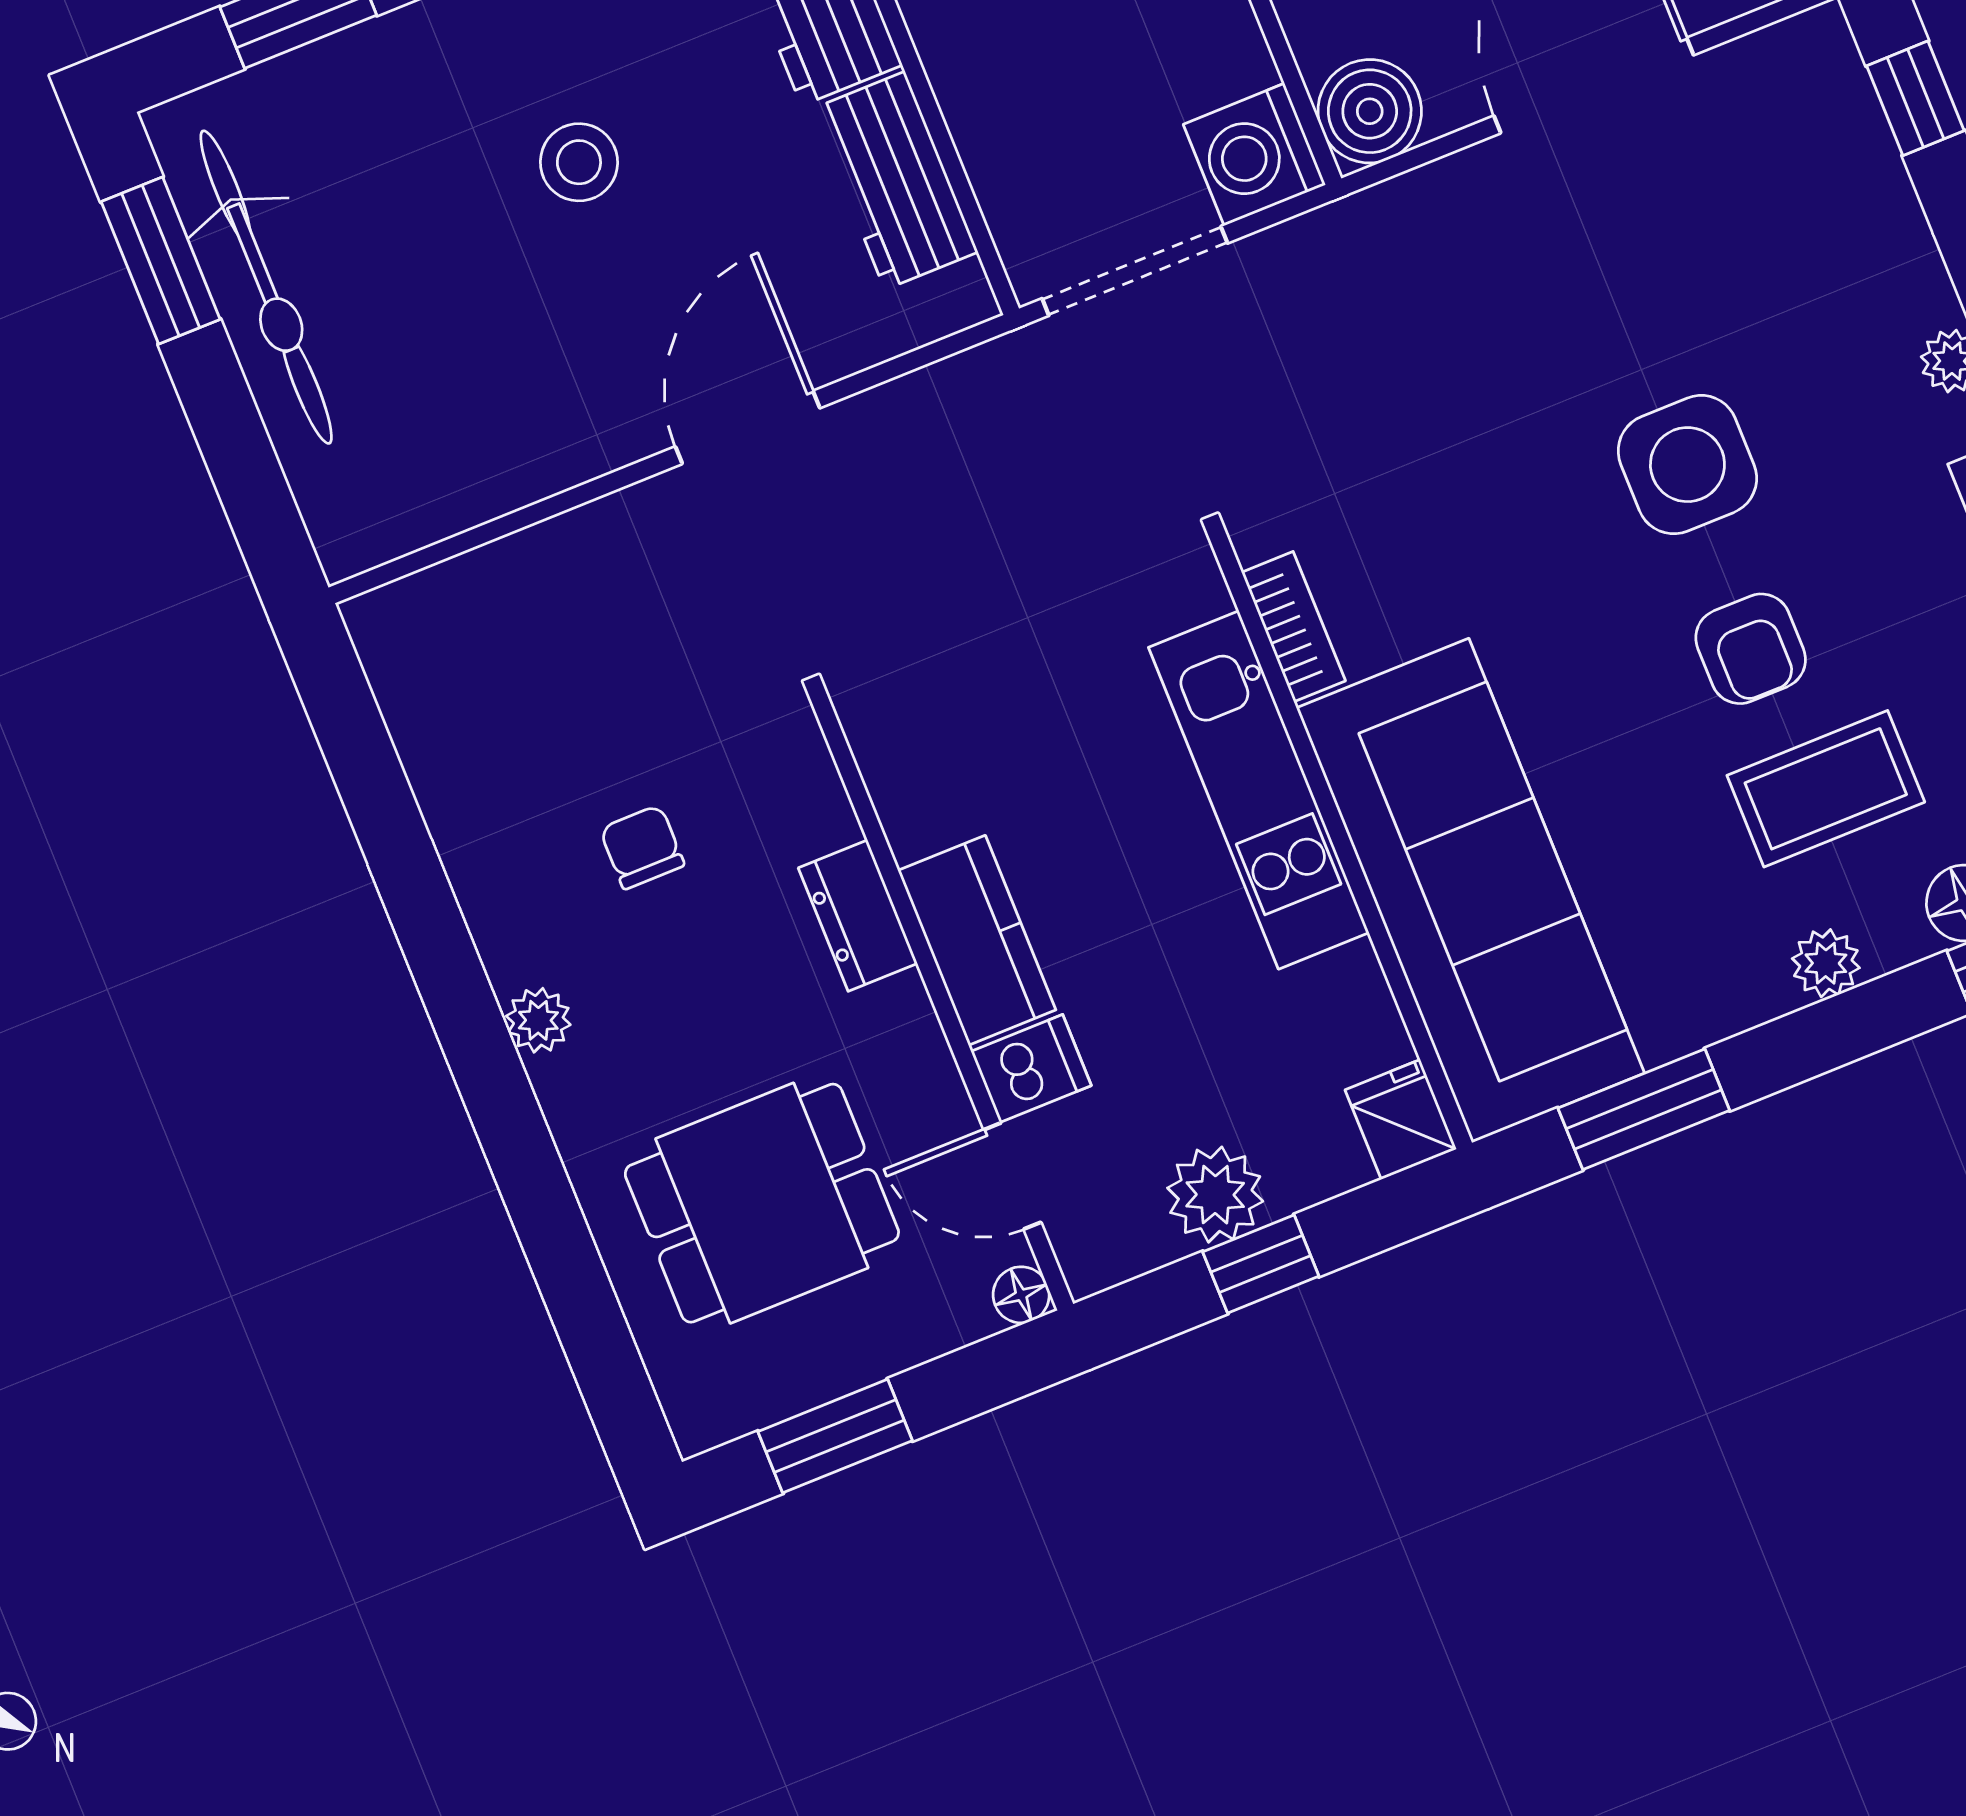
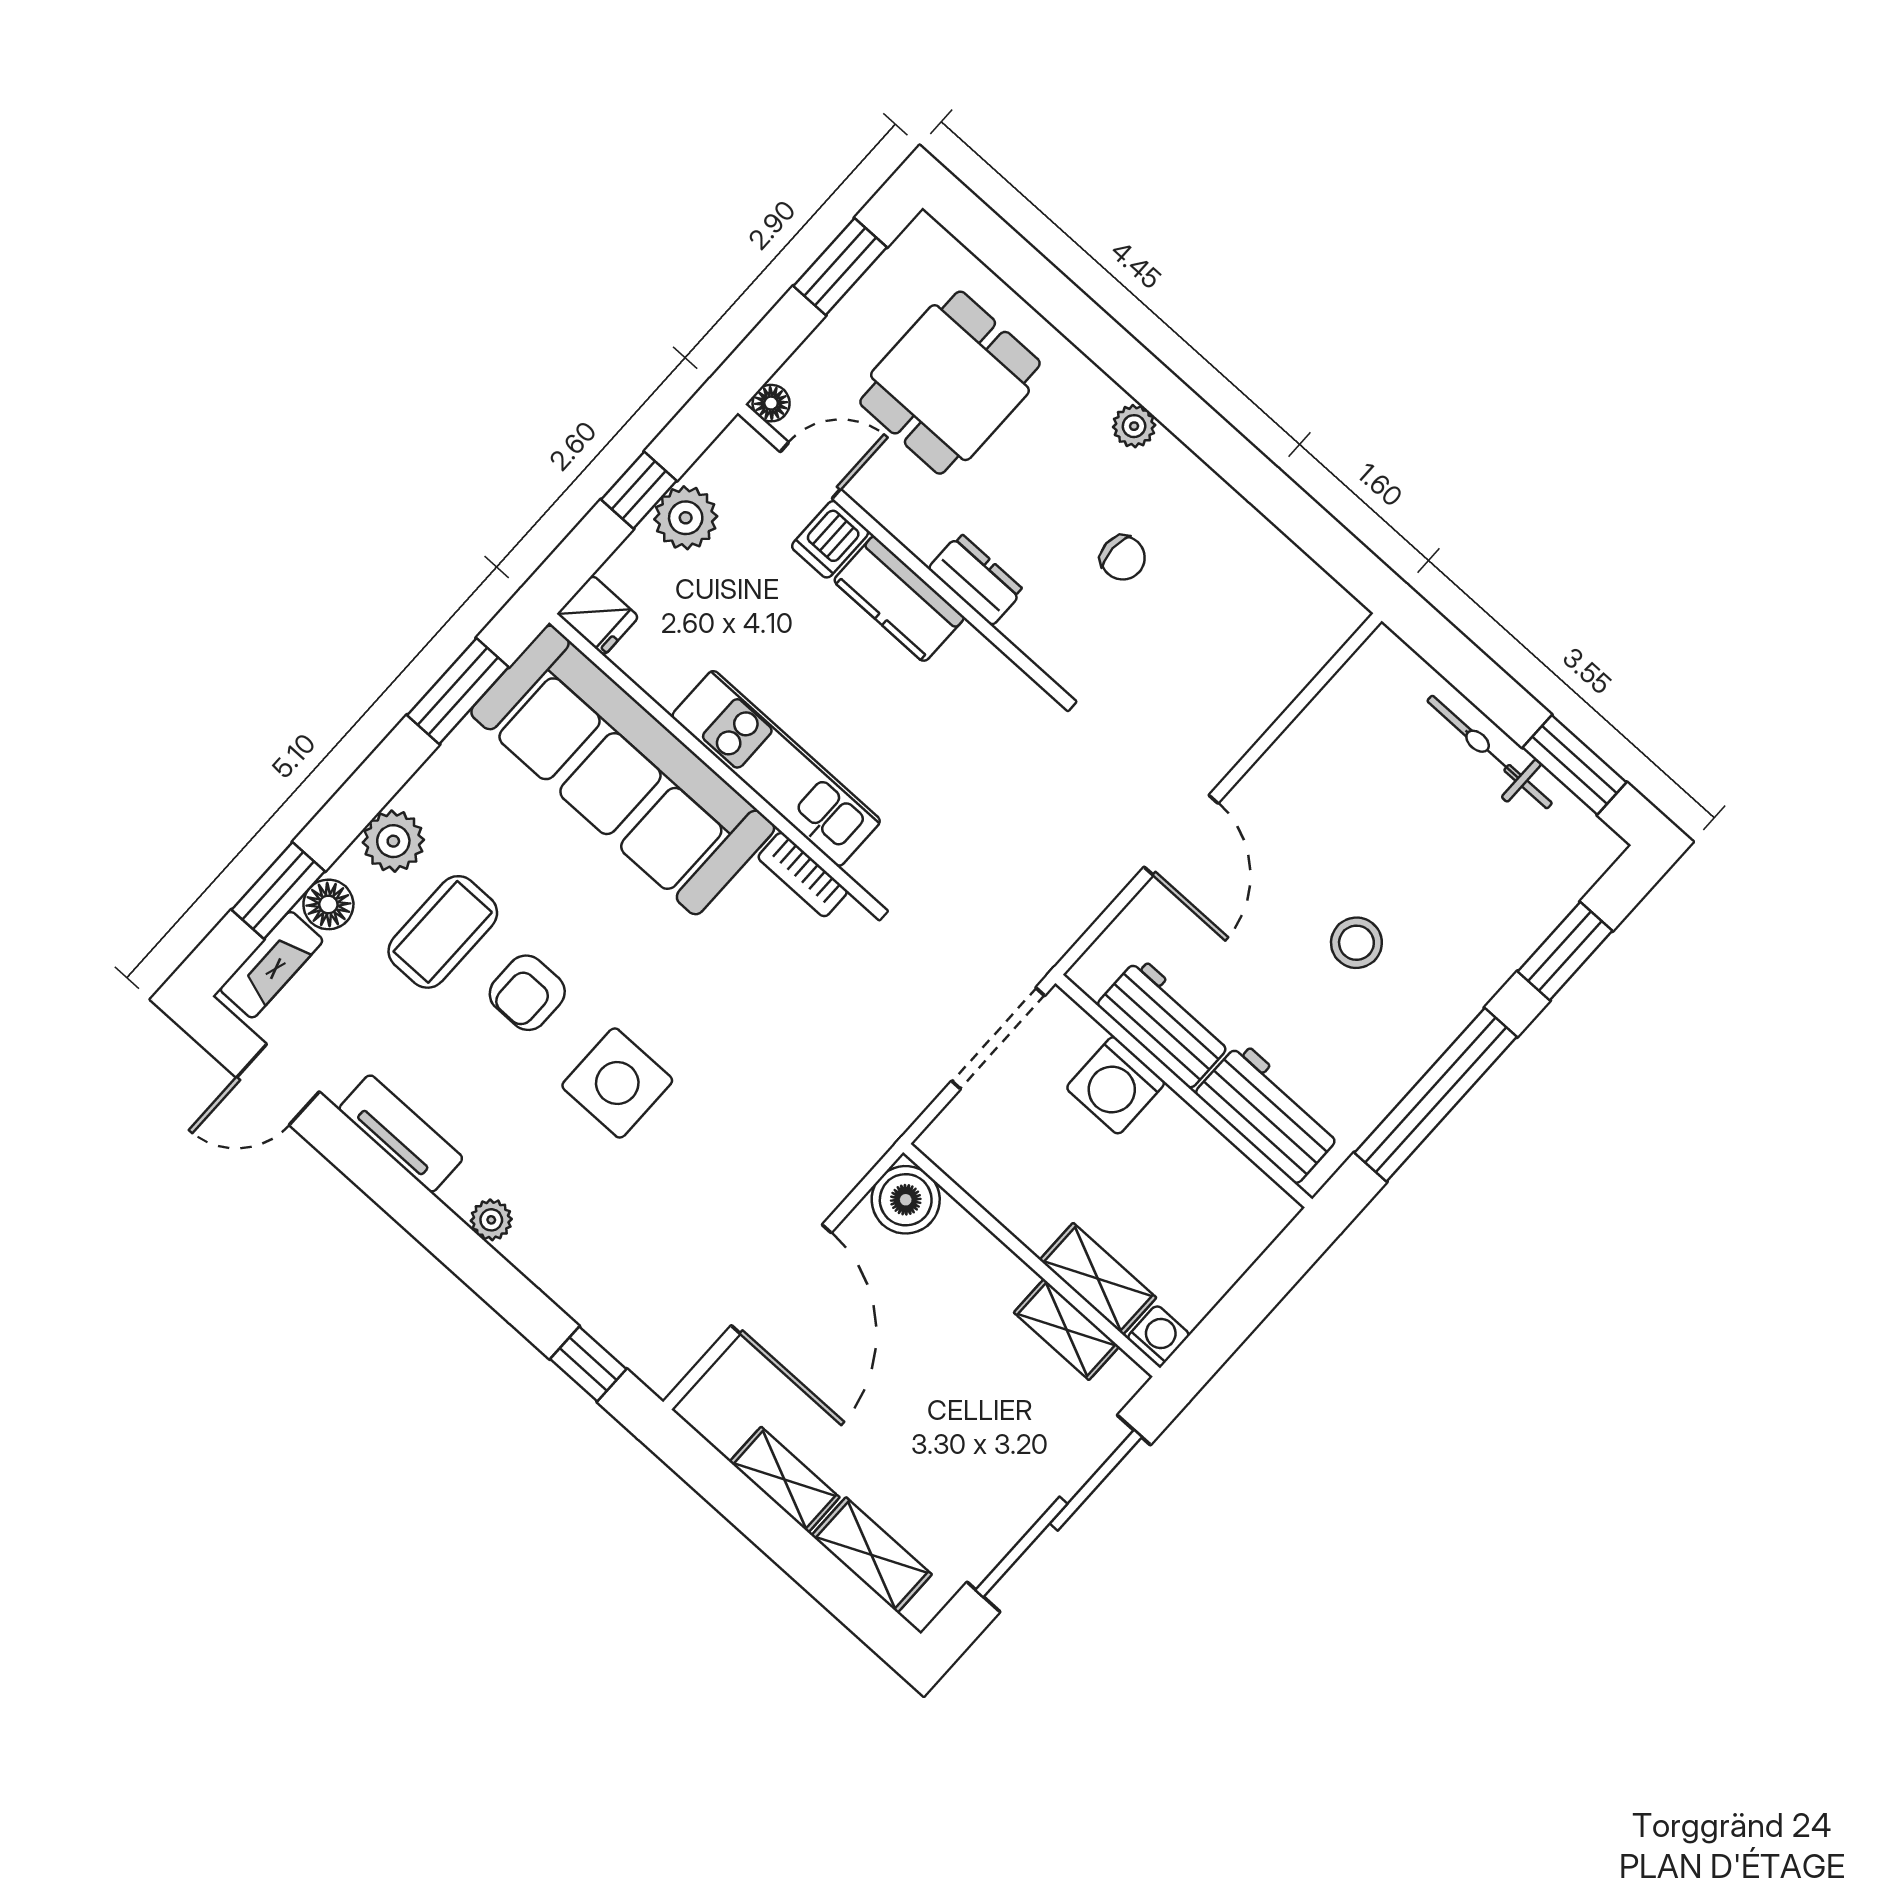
washing machine: (1254, 155) -> (1116, 1085), moved, turned 180
bicycle: (266, 287) -> (1490, 752), width x0.73, depth x0.71
armchair: (1751, 649) -> (527, 993), turned -90
plant: (1826, 963) -> (393, 841), width x1.38, depth x1.38

